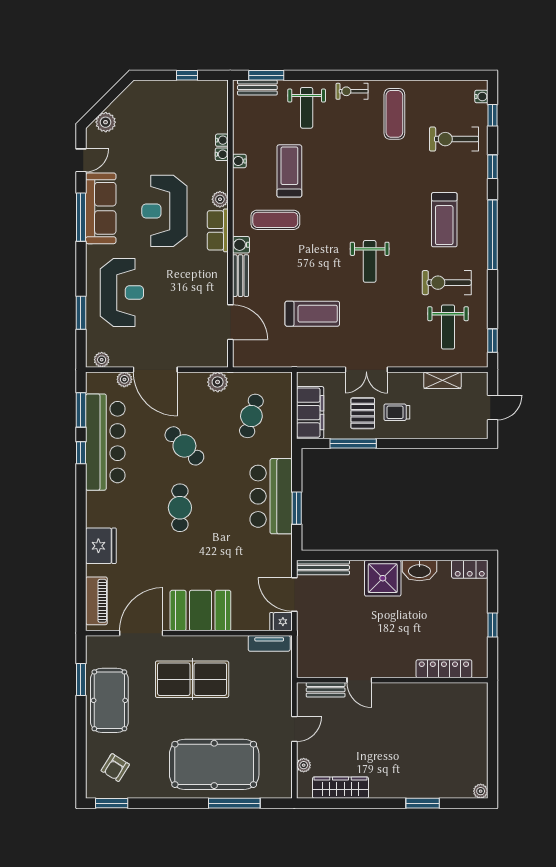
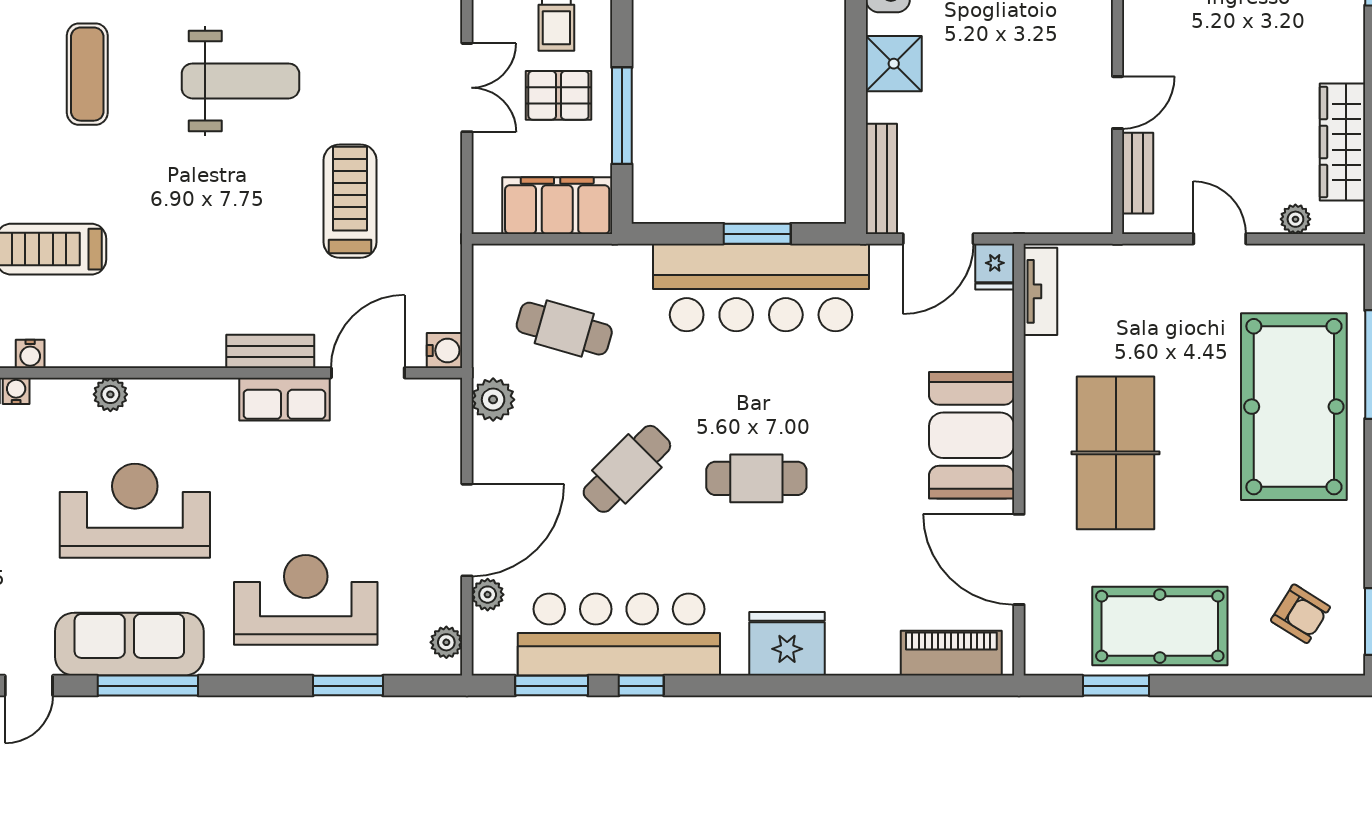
door: (81, 160) -> (29, 686), swing flipped
reception desk: (164, 211) -> (135, 511), turned 180
exercise mat: (275, 220) -> (87, 74), moved
row of seats: (218, 230) -> (284, 399), moved
water cooler: (241, 245) -> (445, 351), moved, turned -90
weight bench: (370, 261) -> (240, 81), width x1.36, depth x1.33
bar counter: (271, 496) -> (761, 287), width x1.36
fridge: (101, 546) -> (787, 644), moved
shower: (383, 578) -> (894, 64), width x0.73, depth x0.73

